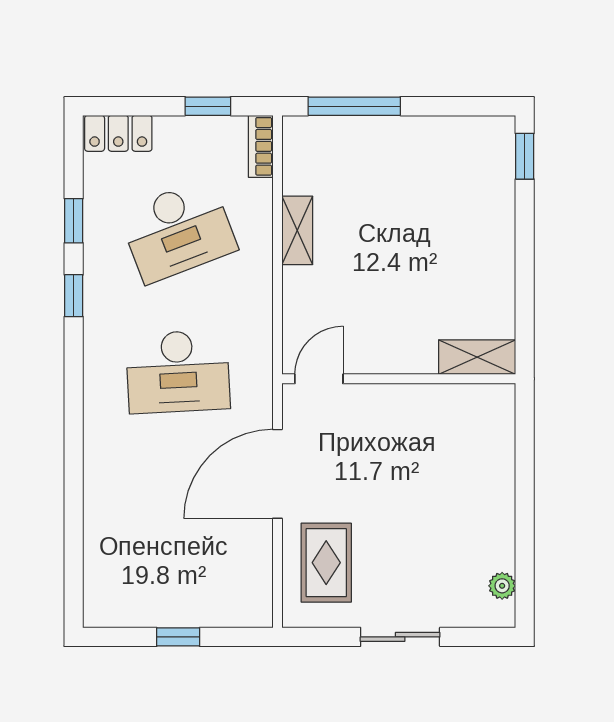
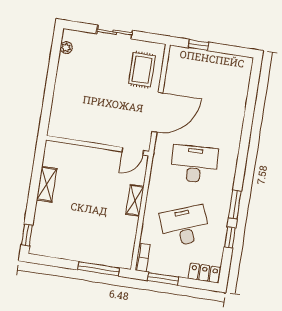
window: (208, 106) -> (163, 279), width x1.50
shelving: (297, 230) -> (135, 200), moved
window: (74, 296) -> (235, 204), width x1.50
shelving: (477, 357) -> (47, 184), moved, turned 90
window: (178, 637) -> (198, 45), moved

